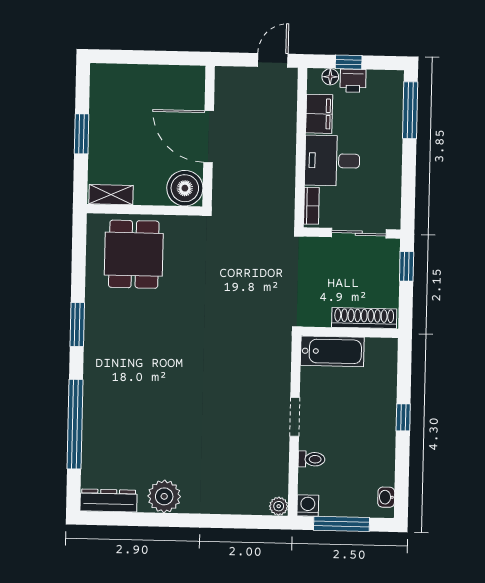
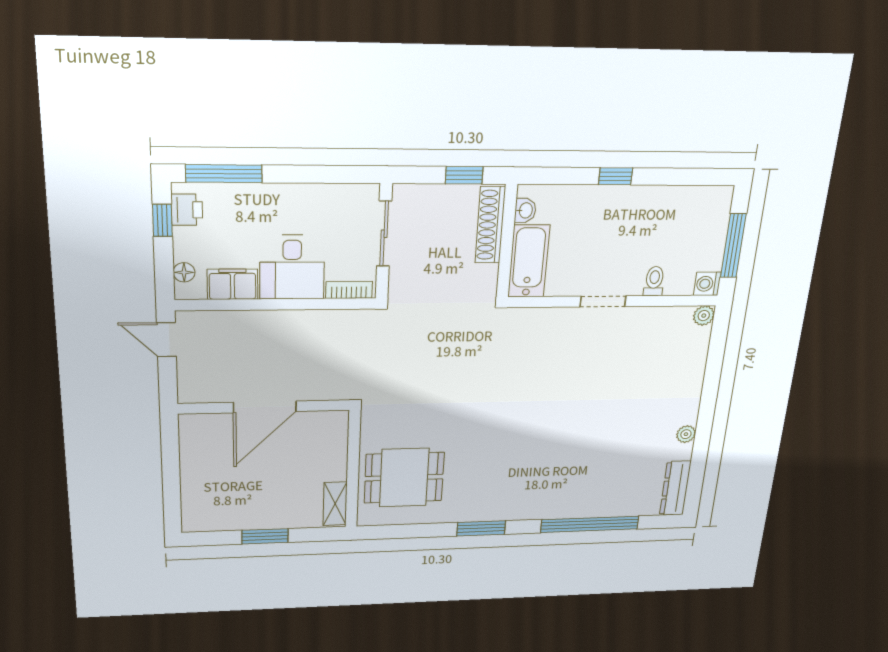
window: (349, 62) -> (162, 220), moved
printer: (353, 81) -> (187, 210), moved
boiler: (185, 188) -> (328, 429), removed
window: (407, 266) -> (464, 175), moved
plant: (164, 496) -> (686, 434), width x0.53, depth x0.53
washbasin: (386, 497) -> (525, 210), moved, turned -90

